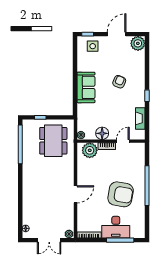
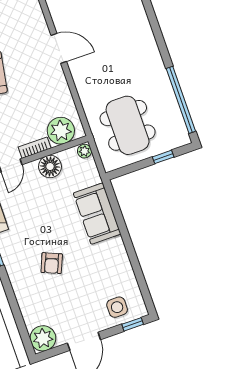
sofa: (86, 87) -> (97, 214), moved
door: (76, 194) -> (59, 48), swing flipped

